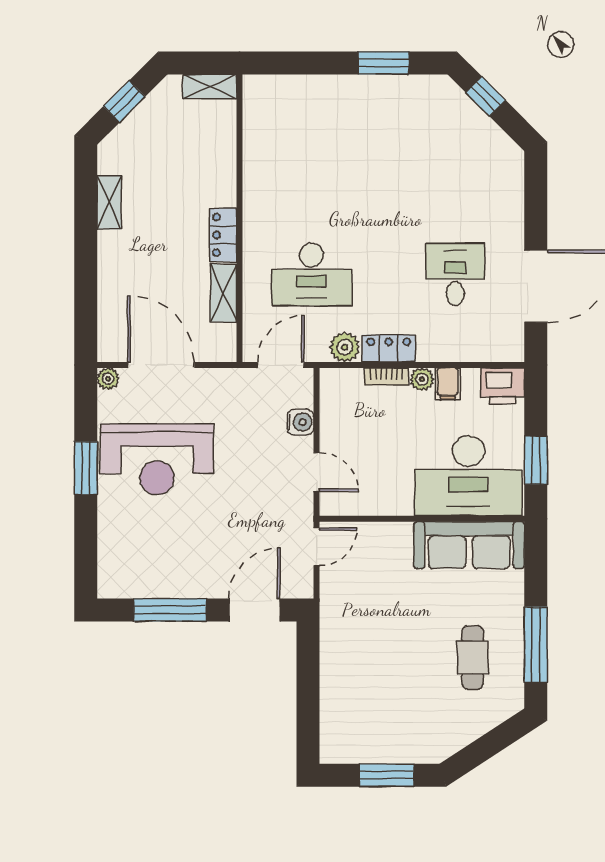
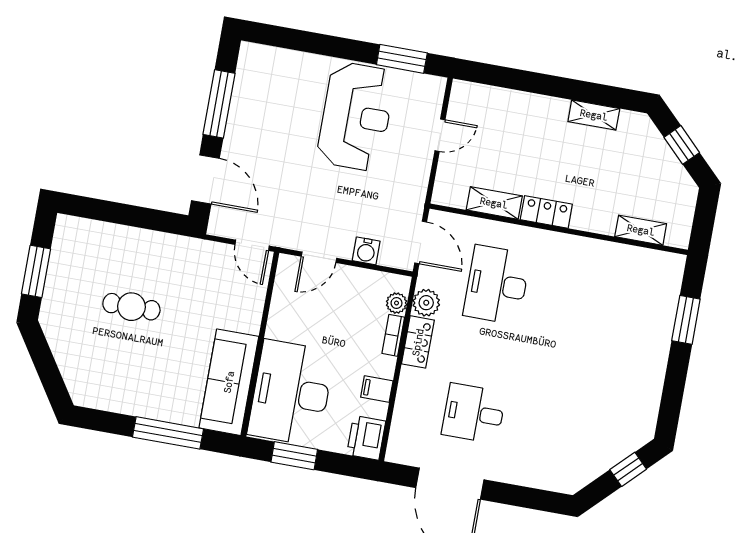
window: (384, 63) -> (686, 320), moved
shelving: (210, 86) -> (641, 230), moved, turned 90
desk: (455, 274) -> (474, 413), turned 180
door: (161, 365) -> (440, 135), width x0.53
plant: (108, 379) -> (436, 86), removed
plant: (422, 379) -> (397, 303), moved
reception desk: (157, 459) -> (356, 116), turned 180
window: (86, 468) -> (402, 59), moved
window: (536, 644) -> (168, 433), moved
cafe table: (473, 658) -> (131, 307), moved

